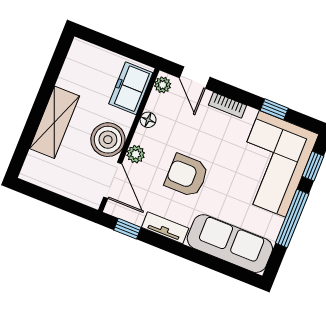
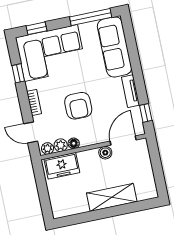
door: (195, 77) -> (31, 132), swing flipped
boiler: (108, 140) -> (105, 153), width x0.54, depth x0.54
plant: (136, 154) -> (61, 145), moved
armchair: (187, 176) -> (78, 106), moved
window: (292, 219) -> (91, 17), moved

